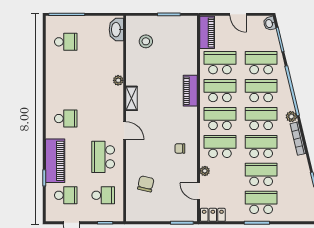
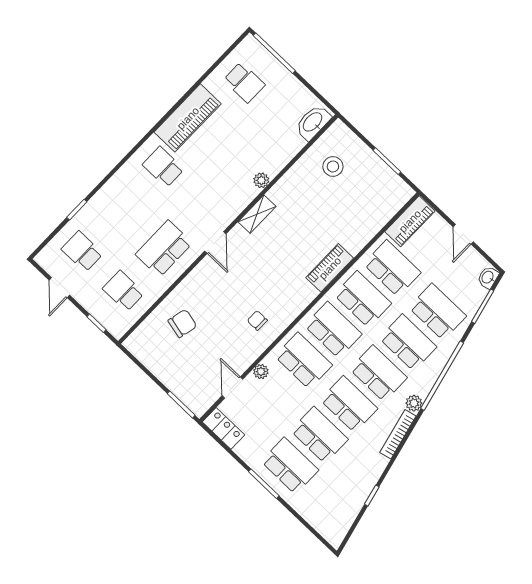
school desk: (66, 119) -> (163, 167), turned 180
piano: (55, 161) -> (188, 118), moved
school desk: (66, 195) -> (82, 251), turned 180
school desk: (103, 195) -> (123, 291), turned 180

